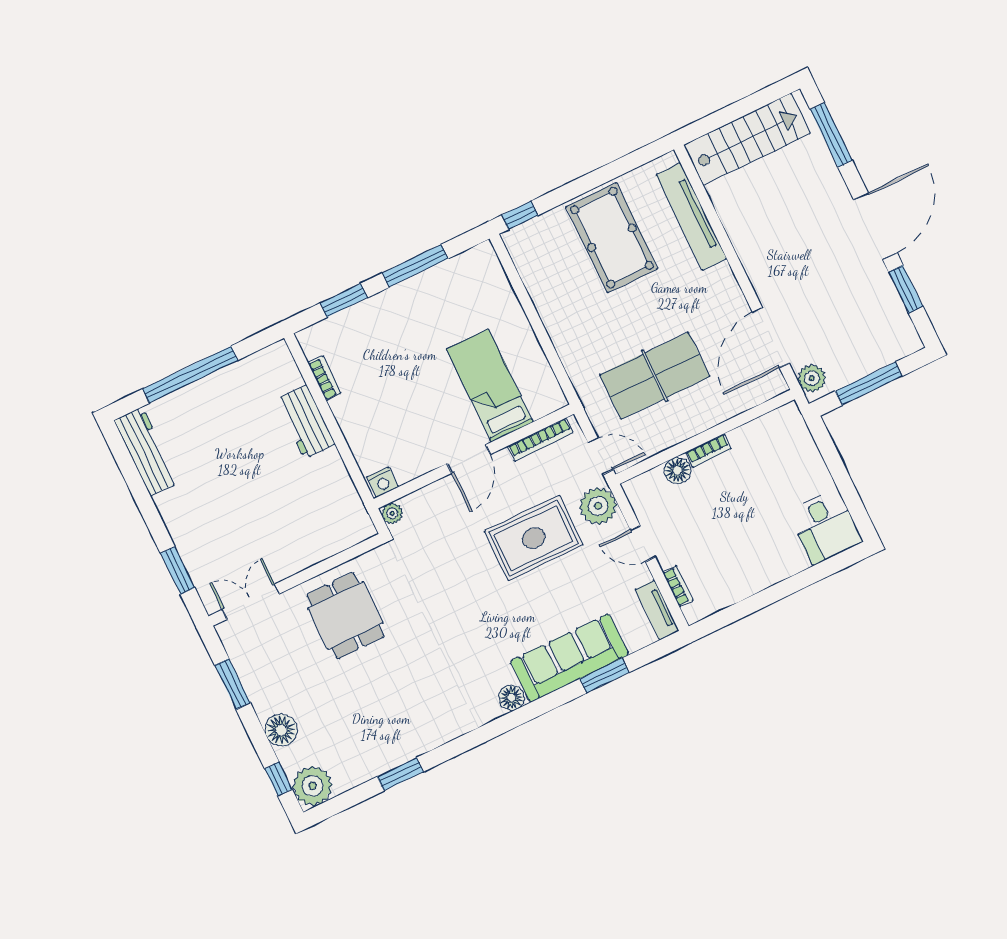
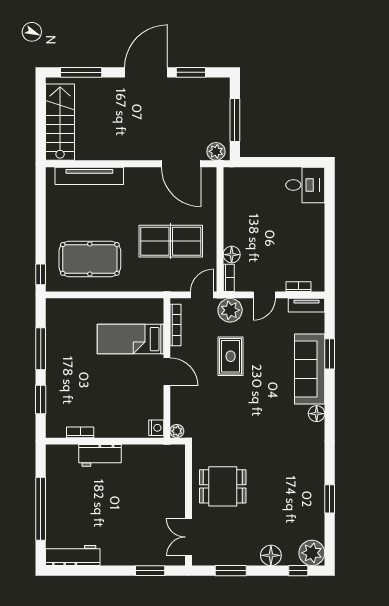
door: (875, 226) -> (146, 72), hinge flipped
pool table: (612, 238) -> (90, 259), moved
table tennis table: (655, 376) -> (171, 241), turned 90
bookcase: (708, 450) -> (229, 278), moved
rug: (534, 538) -> (231, 356), width x0.73, depth x0.70

